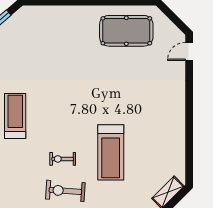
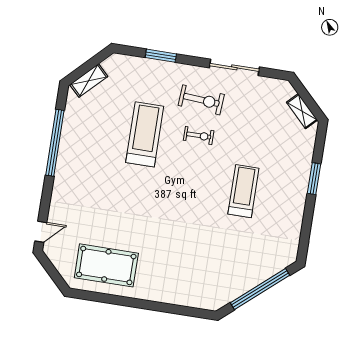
treadmill: (15, 116) -> (243, 191), turned 180
window: (189, 132) -> (55, 143), added

